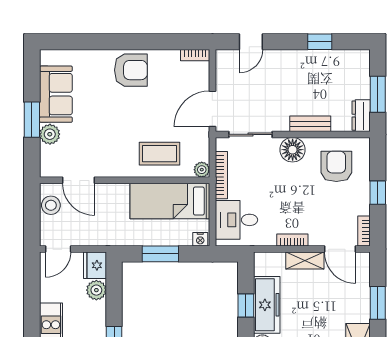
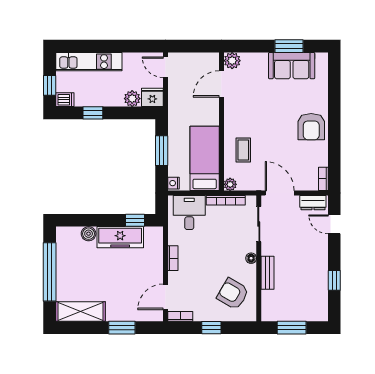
dresser: (361, 116) -> (313, 203), moved, turned 180
window: (32, 120) -> (289, 46), moved
plant: (50, 134) -> (232, 61), moved
floor lamp: (293, 150) -> (251, 258), width x0.53, depth x0.53
coffee table: (160, 154) -> (243, 150), width x0.73, depth x0.77
armchair: (336, 166) -> (233, 294), turned -150
stool: (51, 205) -> (201, 62), removed
shelving: (305, 261) -> (156, 268), removed
window: (246, 305) -> (135, 220), moved

